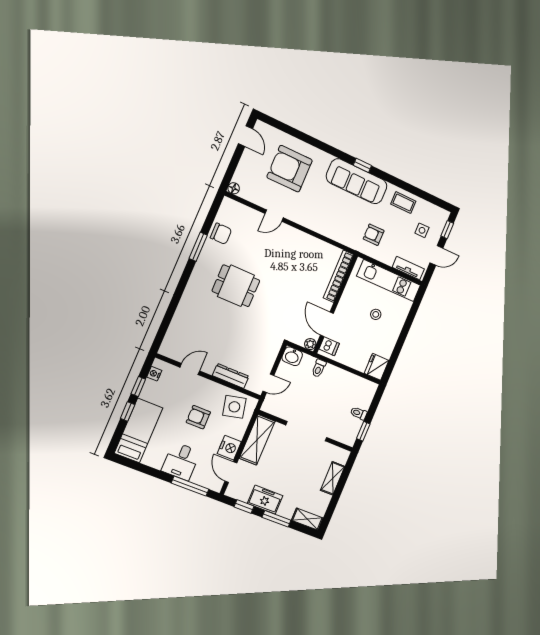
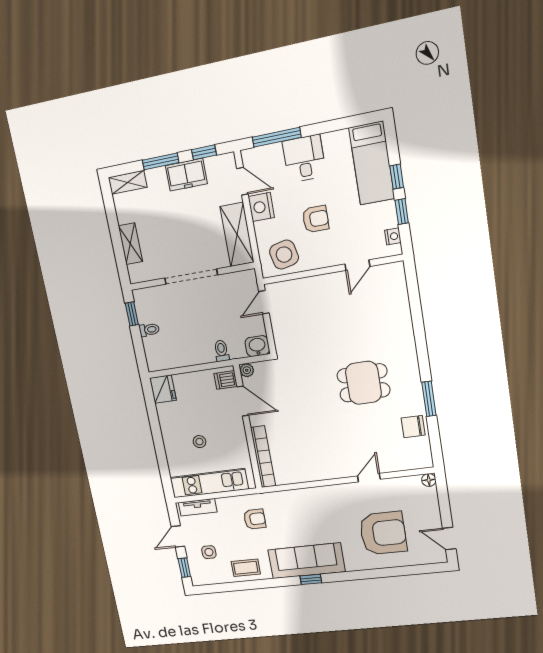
dresser: (231, 376) -> (309, 285), removed

